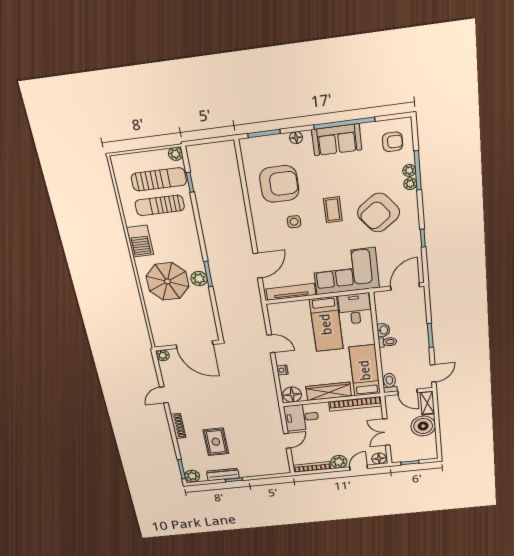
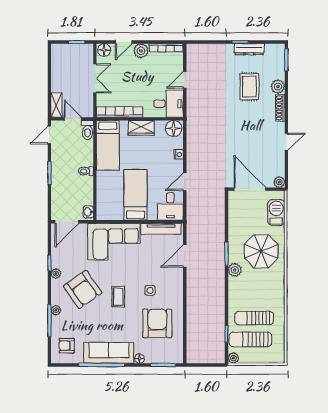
sofa: (337, 140) -> (109, 353), width x1.36
plant: (409, 170) -> (56, 274), moved
armchair: (279, 184) -> (157, 323), turned 90
sun lounger: (160, 205) -> (254, 318), turned 180
armchair: (379, 213) -> (83, 289), turned 92
barbecue: (140, 241) -> (276, 213), moved
plant: (199, 279) -> (235, 270), moved
desk: (355, 309) -> (170, 206), moved
washbasin: (383, 330) -> (88, 212), moved
door: (271, 344) -> (185, 182), hinge flipped
wardrobe: (329, 391) -> (141, 128), width x0.67
boiler: (423, 426) -> (62, 81), removed
plant: (192, 476) -> (278, 87), moved

